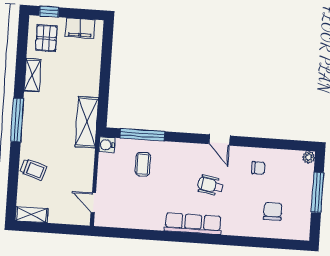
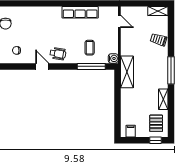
filing cabinet: (80, 28) -> (131, 131), width x0.50
wheelchair: (210, 185) -> (58, 54), moved
row of seats: (193, 224) -> (80, 12), moved

